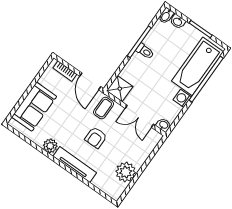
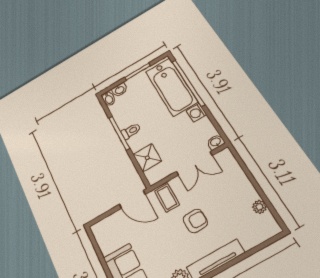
bookcase: (65, 71) -> (108, 221), removed
shower: (120, 89) -> (147, 158), moved
armchair: (96, 138) -> (195, 221), turned -90
plant: (126, 172) -> (259, 207), width x0.53, depth x0.53

